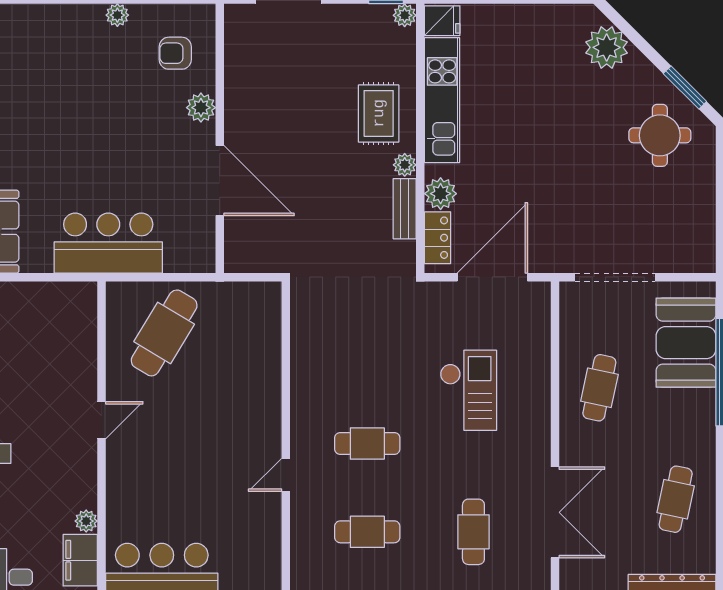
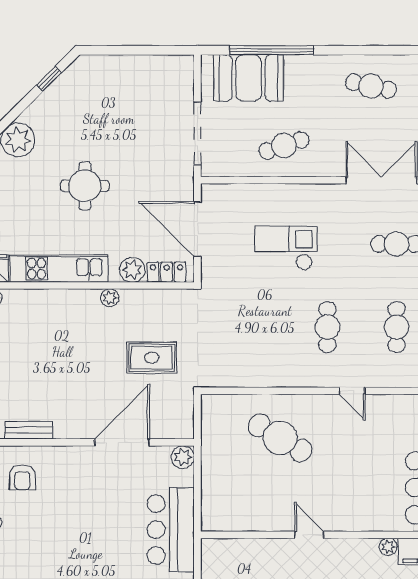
window: (685, 87) -> (49, 79), width x0.67
plant: (201, 108) -> (183, 457), moved
rug: (379, 113) -> (152, 358), moved
round table: (660, 135) -> (85, 186), moved
bench: (405, 209) -> (29, 430), moved
cafe table: (164, 333) -> (280, 438), moved
cafe table: (599, 388) -> (284, 146), turned -30

